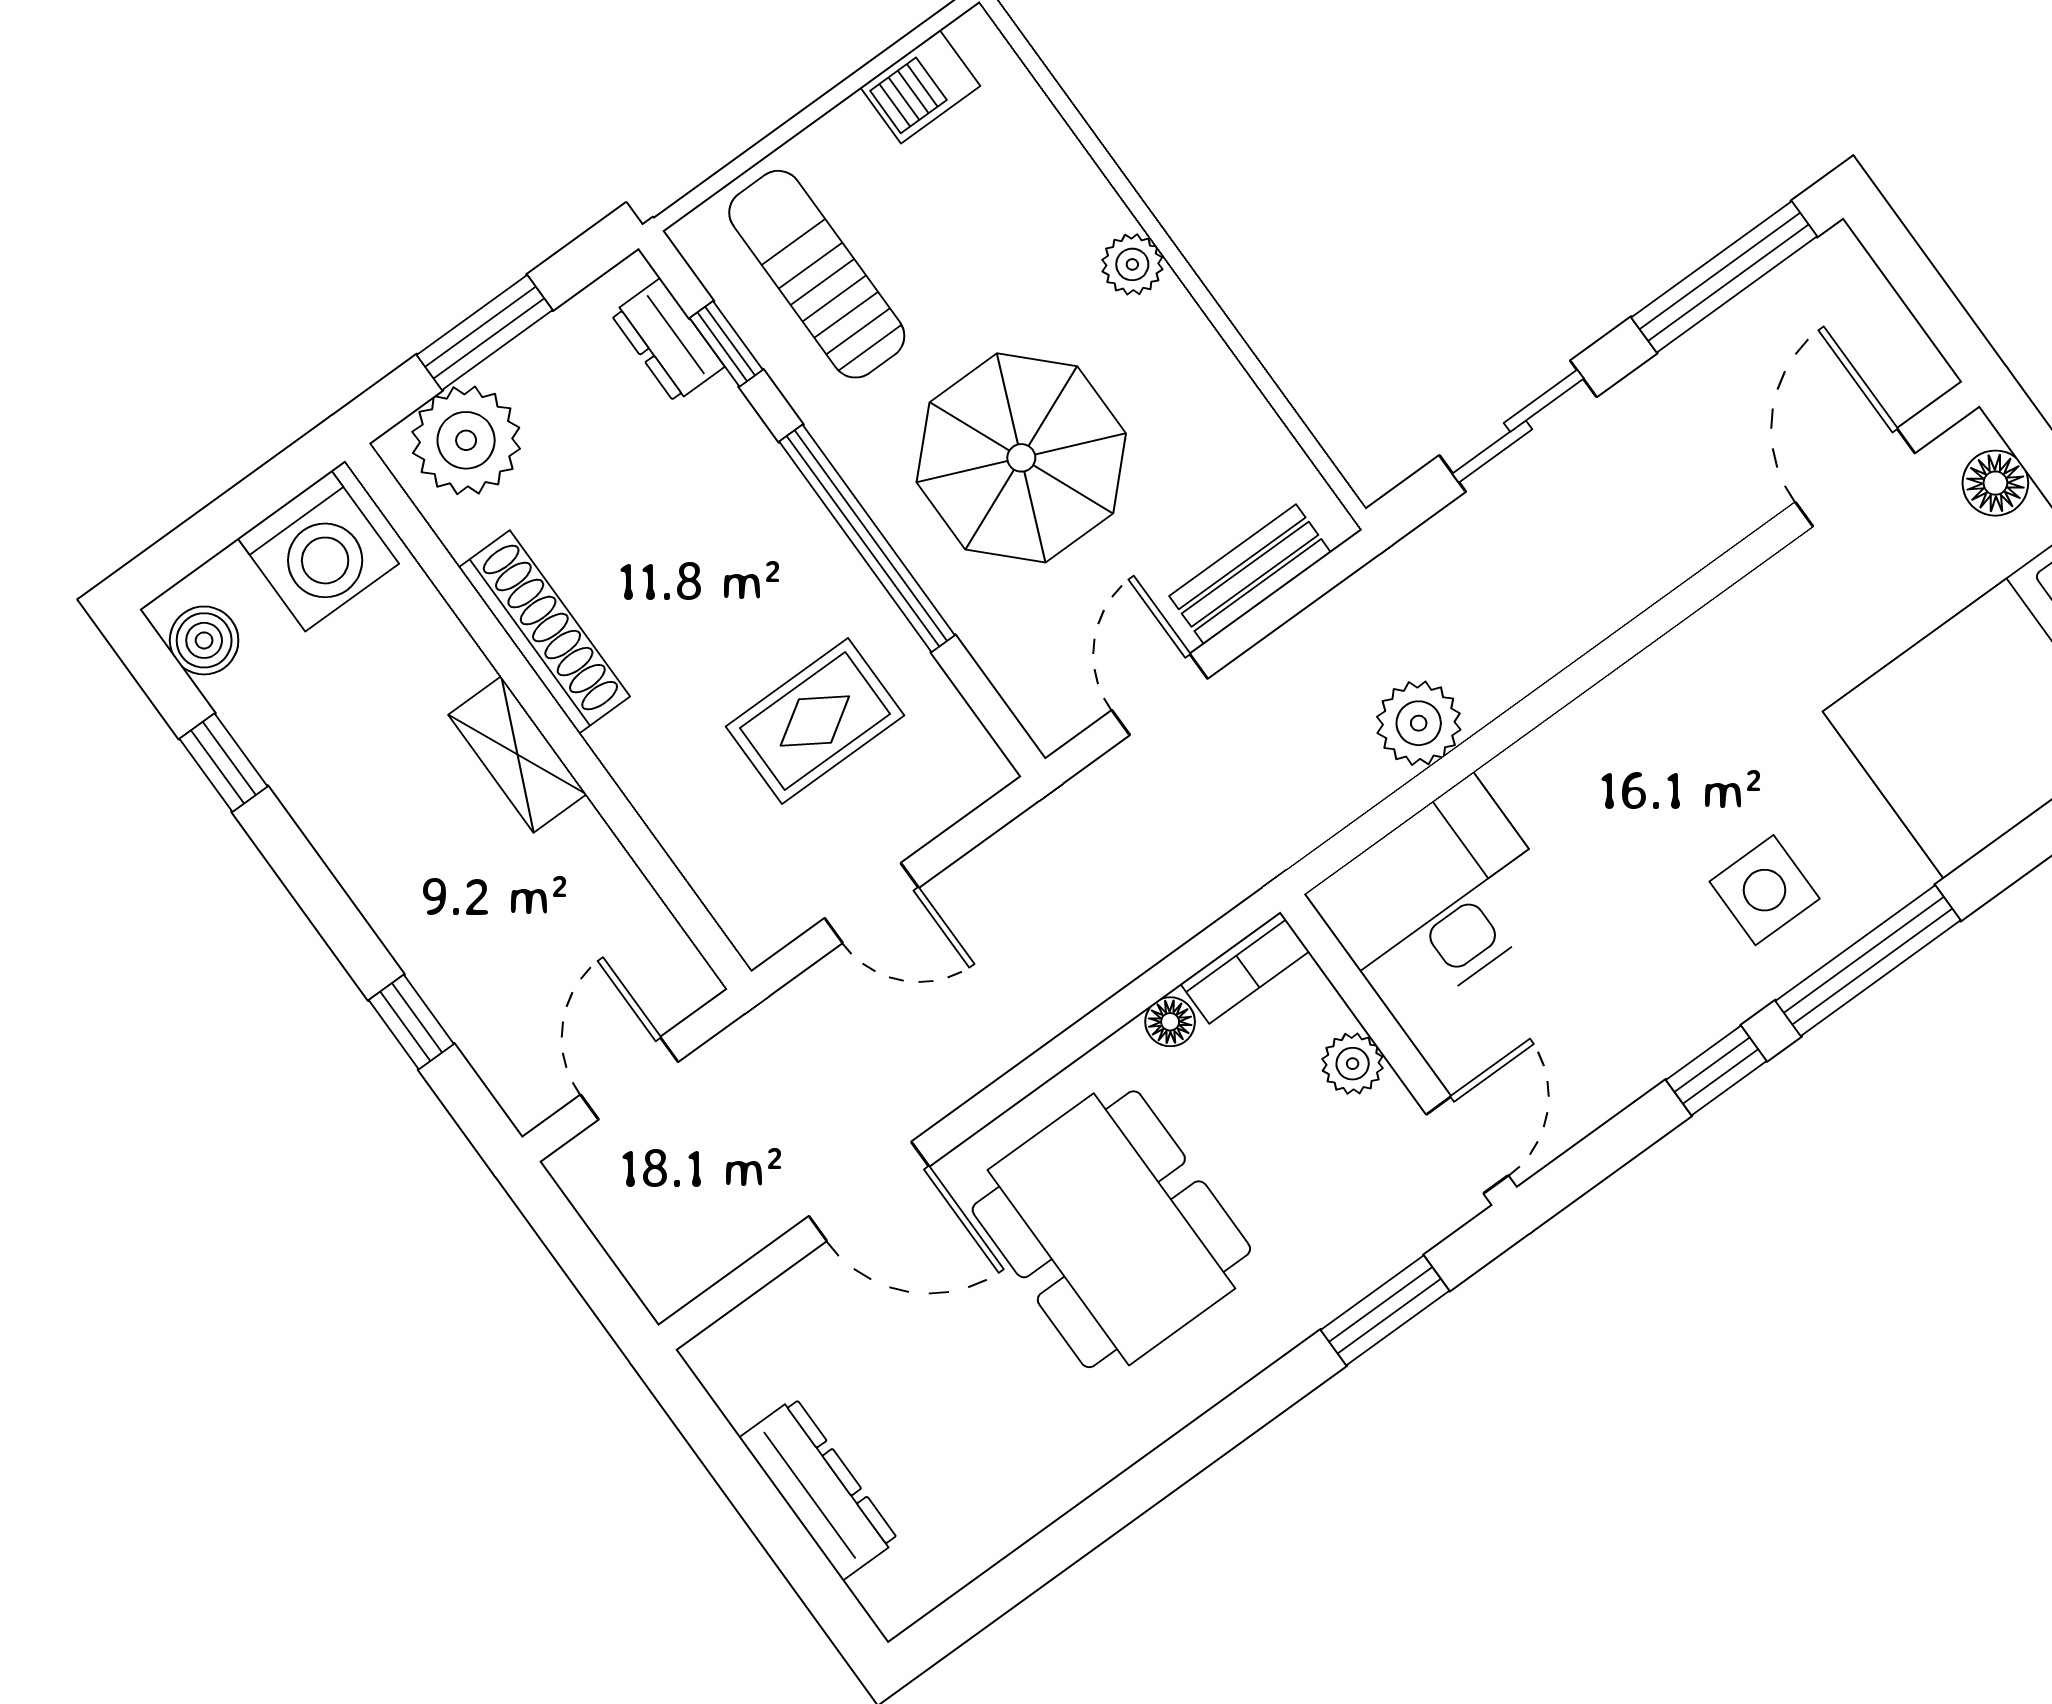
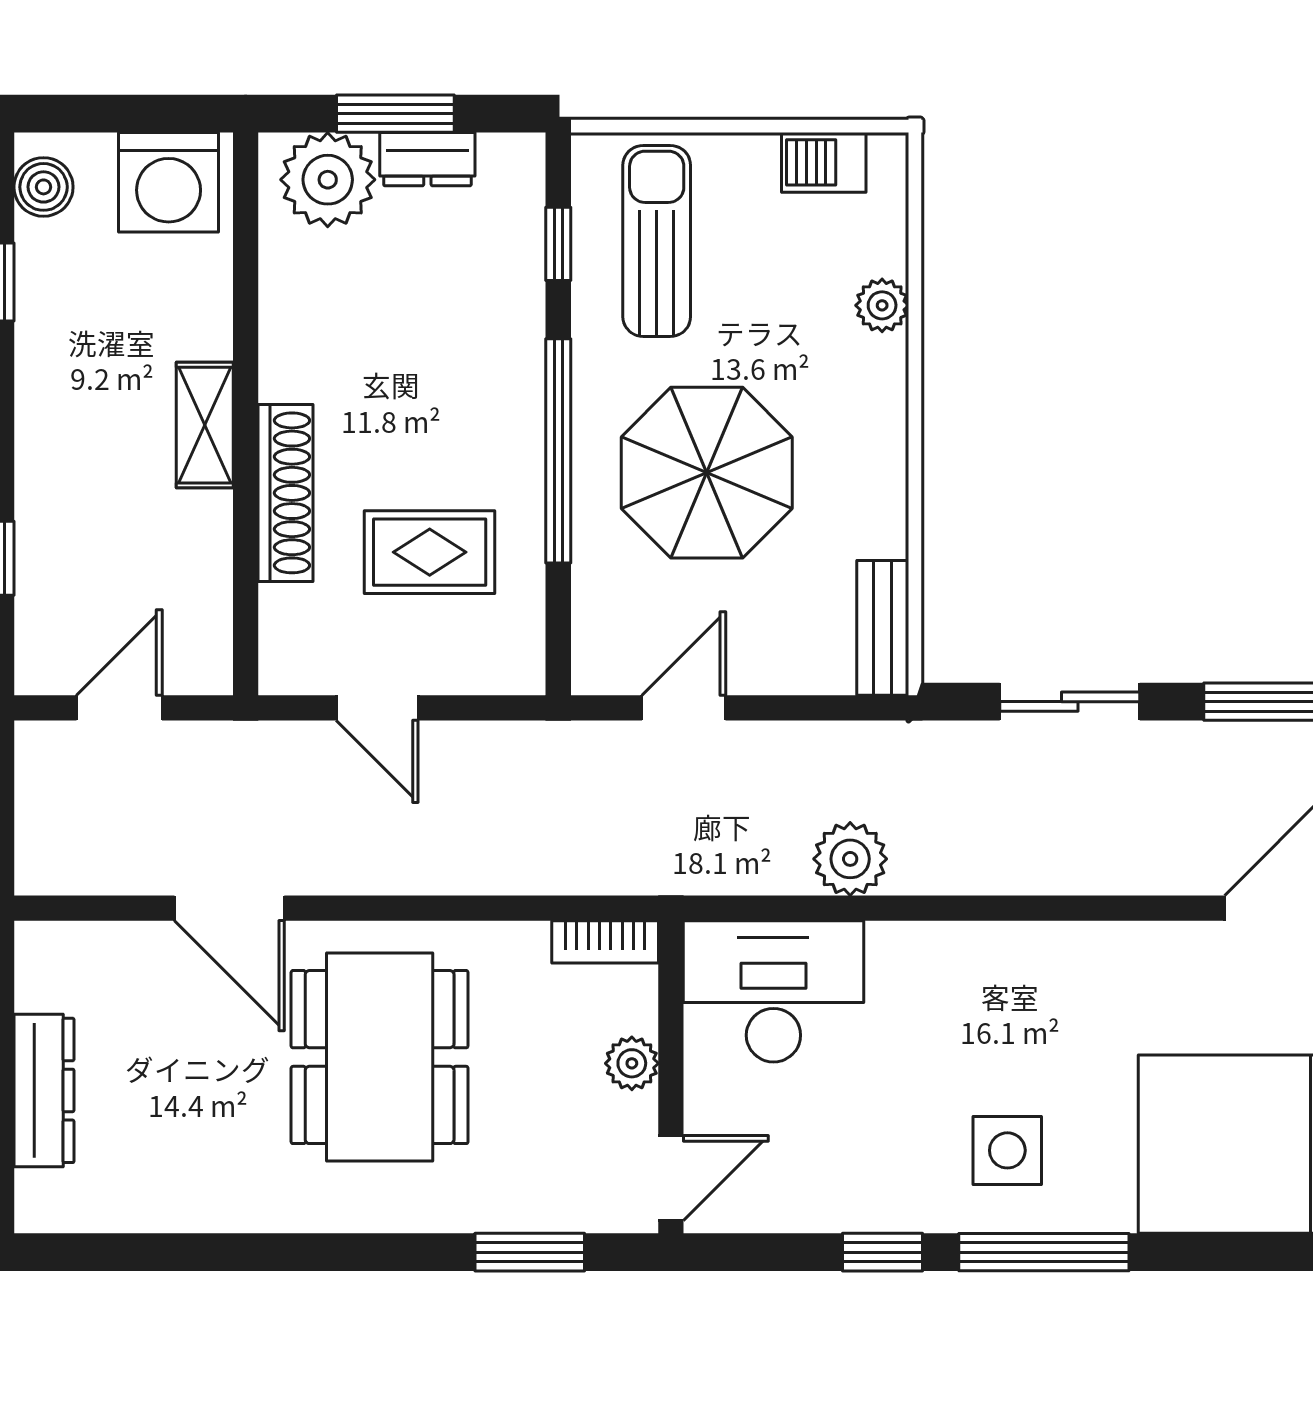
plant: (1132, 264) -> (882, 305), moved
dresser: (668, 340) -> (427, 159), moved, turned -90
bench: (1250, 574) -> (883, 628), moved, turned 90
shoe rack: (544, 632) -> (285, 493), moved
floor lamp: (1170, 1022) -> (526, 942), removed

